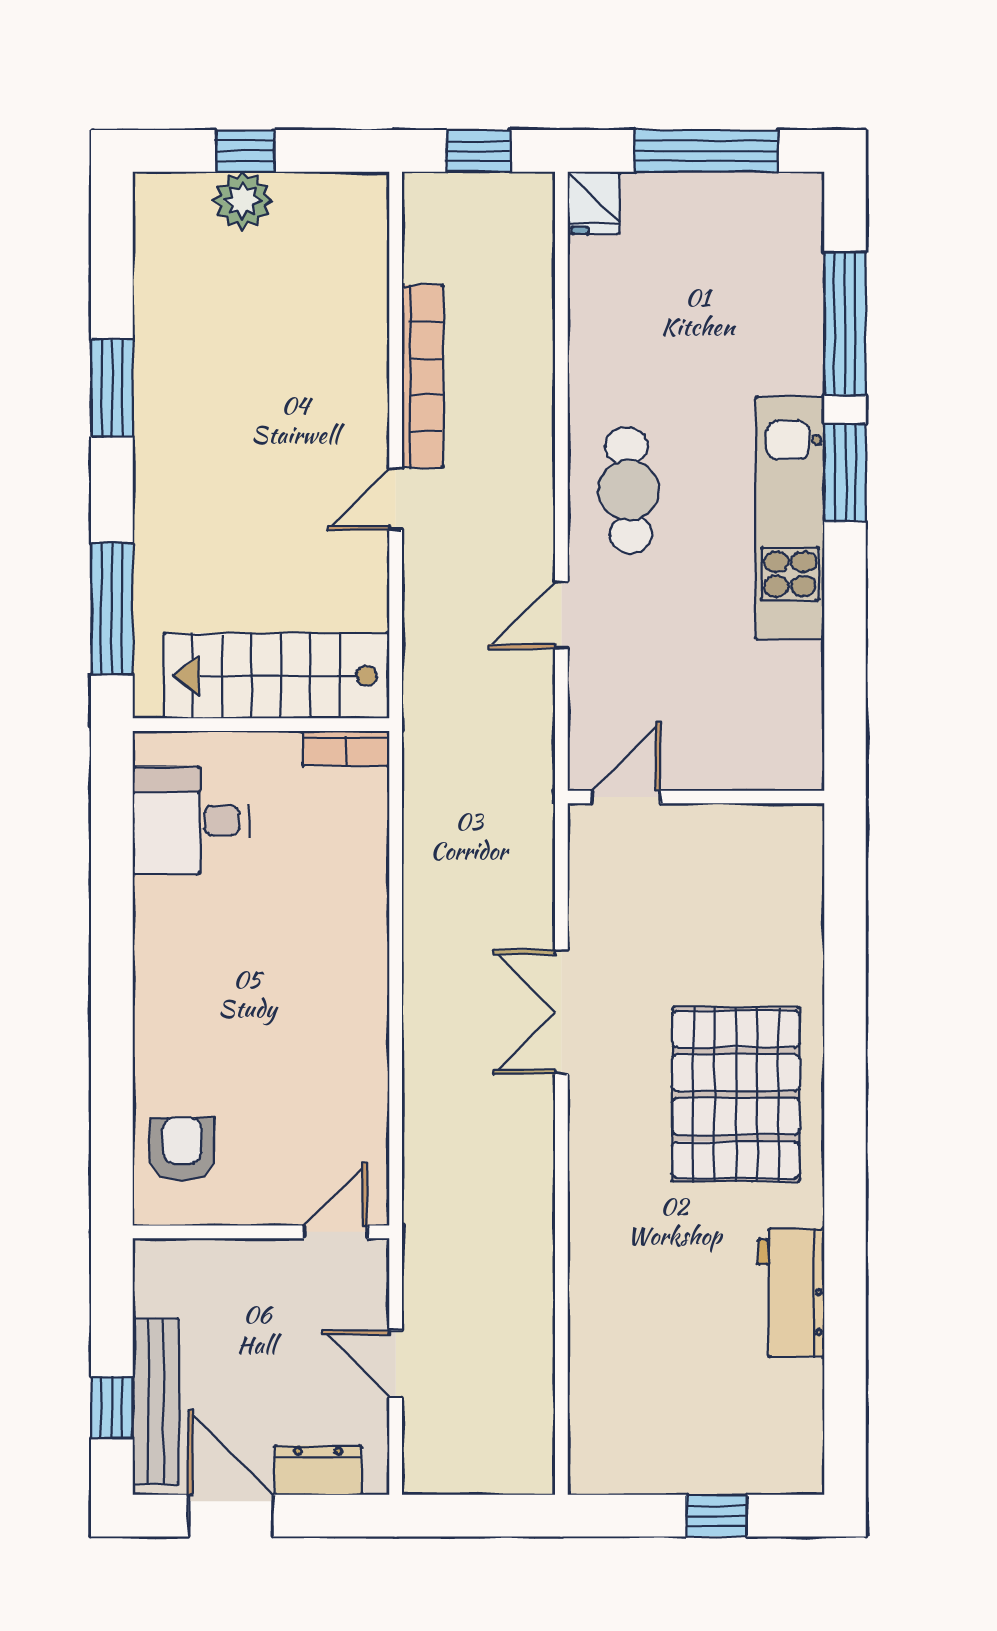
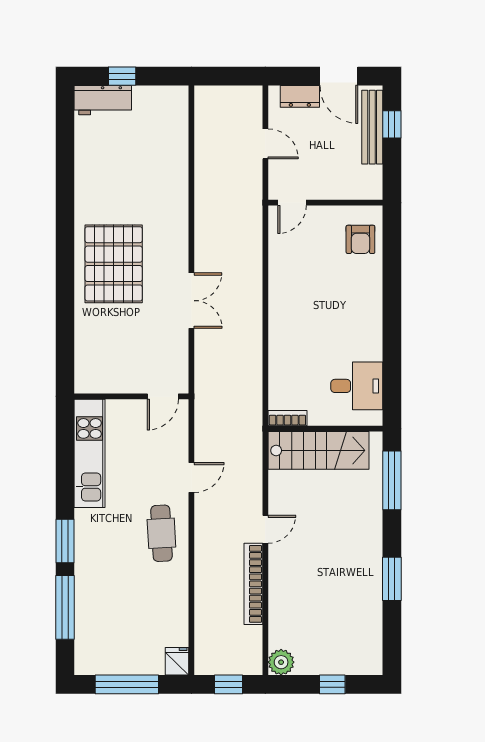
plant: (243, 201) -> (281, 662), moved
kitchen unit: (790, 518) -> (90, 453), moved
workbench: (791, 1293) -> (103, 100), moved, turned 90

